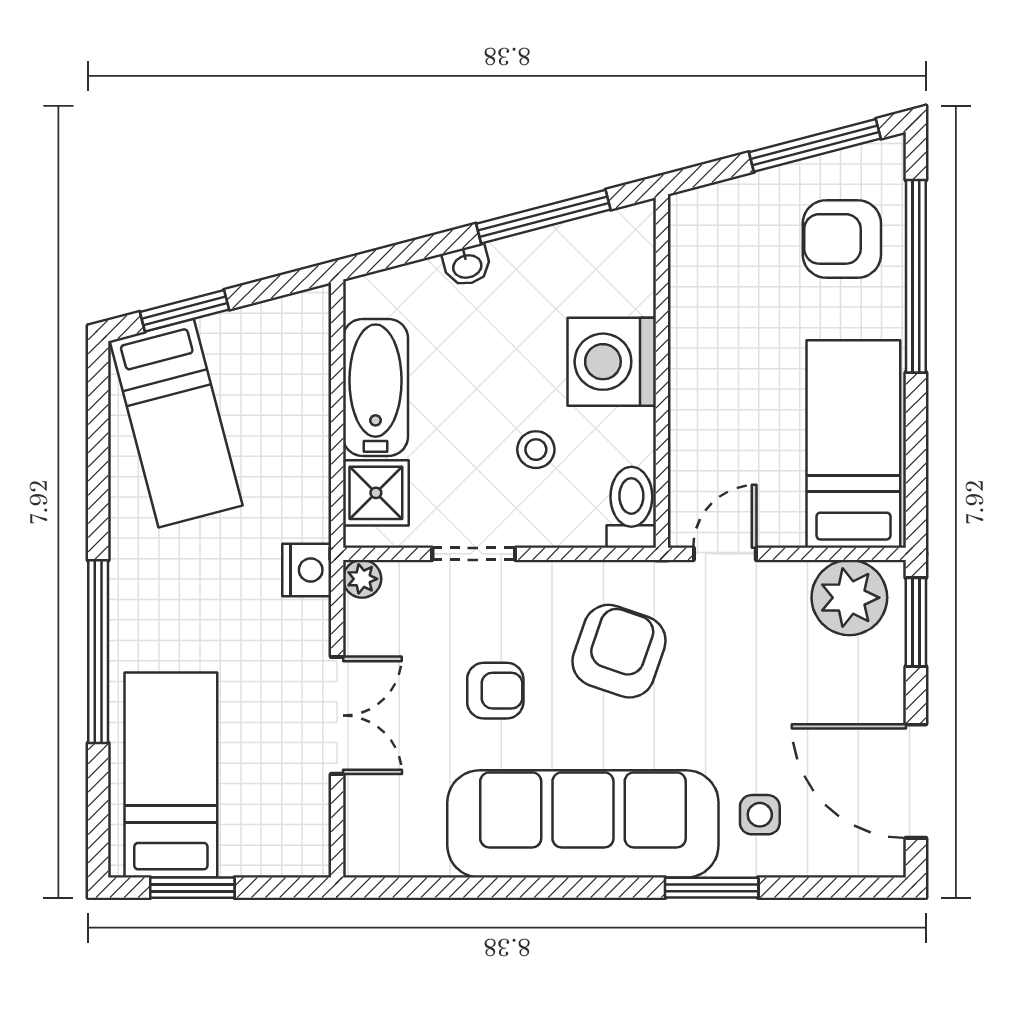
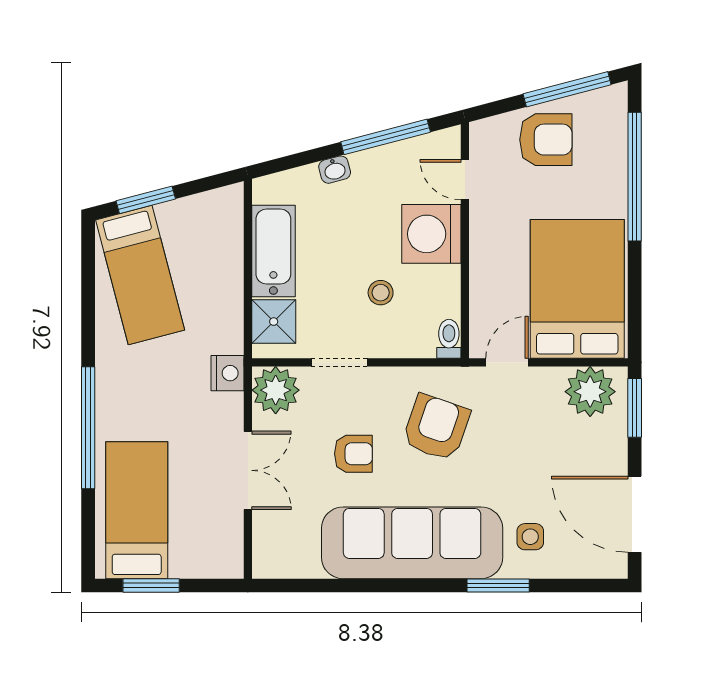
armchair: (842, 239) -> (546, 140), moved, turned 180
door: (662, 281) -> (465, 180), added
bed: (853, 444) -> (577, 289), width x1.50
toilet: (631, 507) -> (449, 339), width x0.73, depth x0.72
plant: (362, 579) -> (276, 390), width x1.88, depth x1.88

